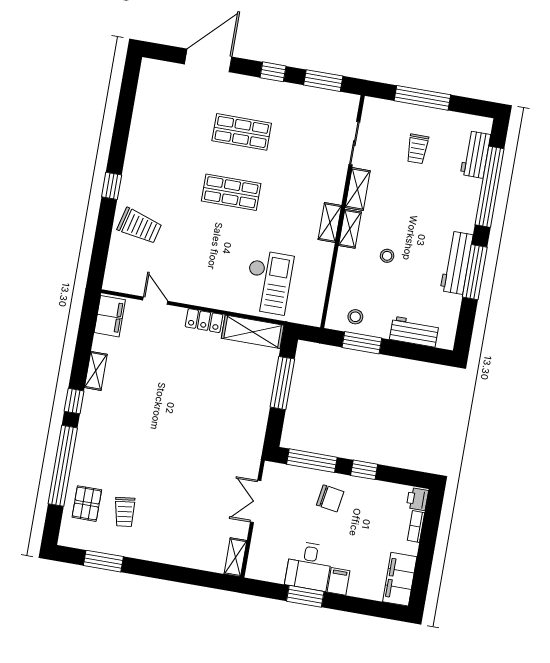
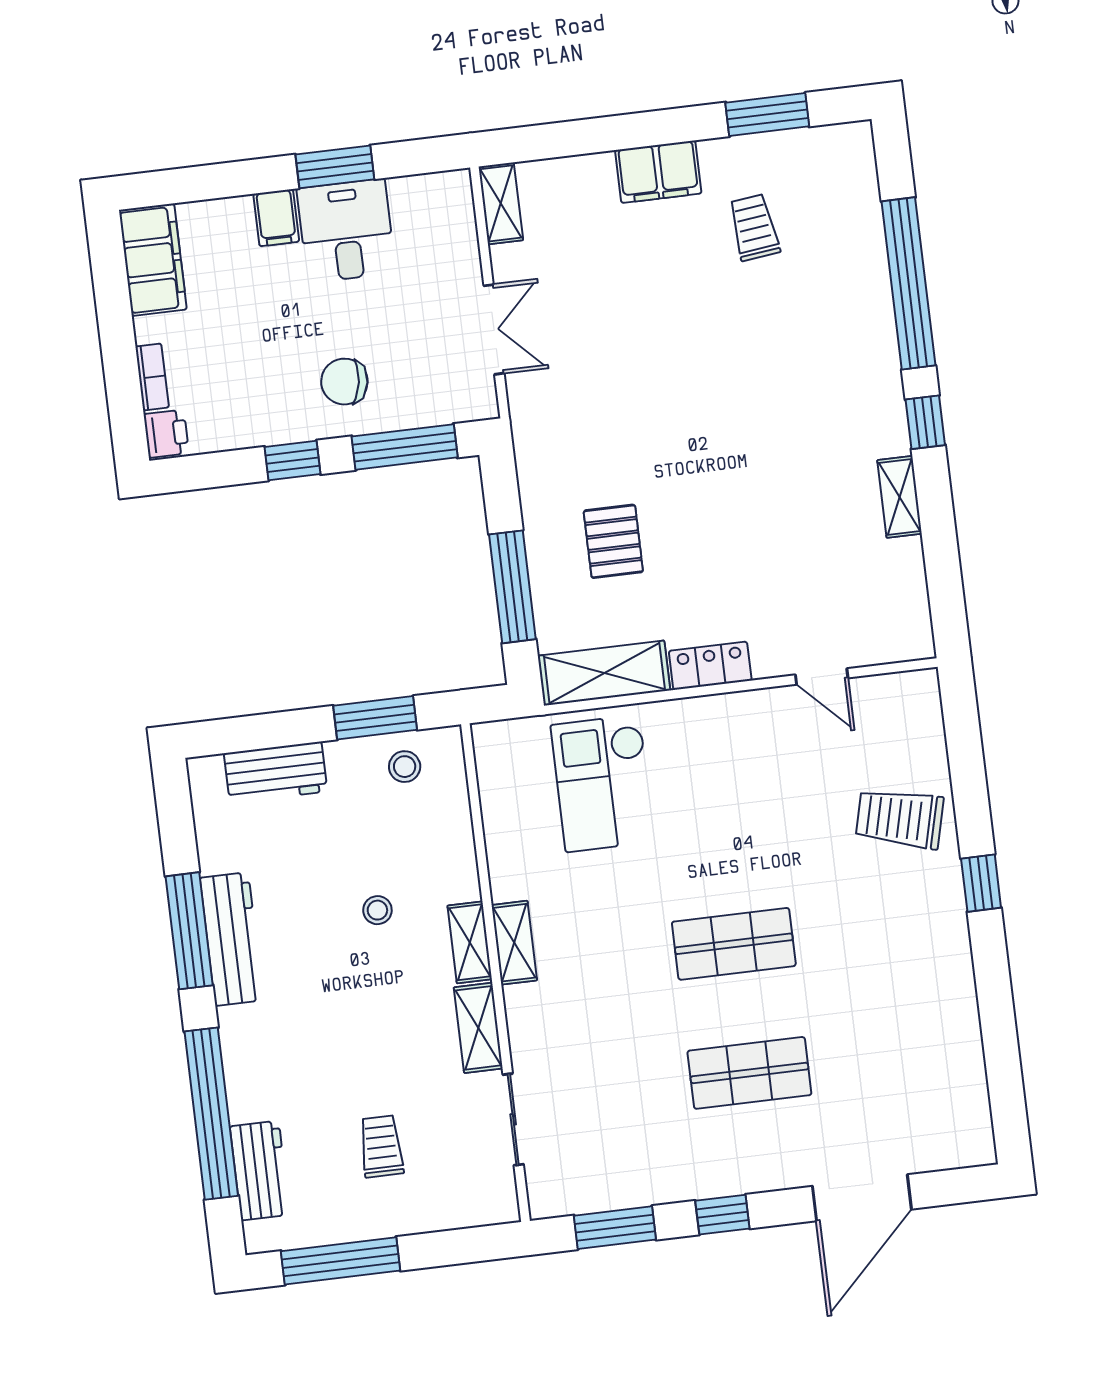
window: (422, 98) -> (341, 1261), moved
filing cabinet: (110, 316) -> (658, 172), moved, turned -90
pallet: (87, 504) -> (613, 541), moved

